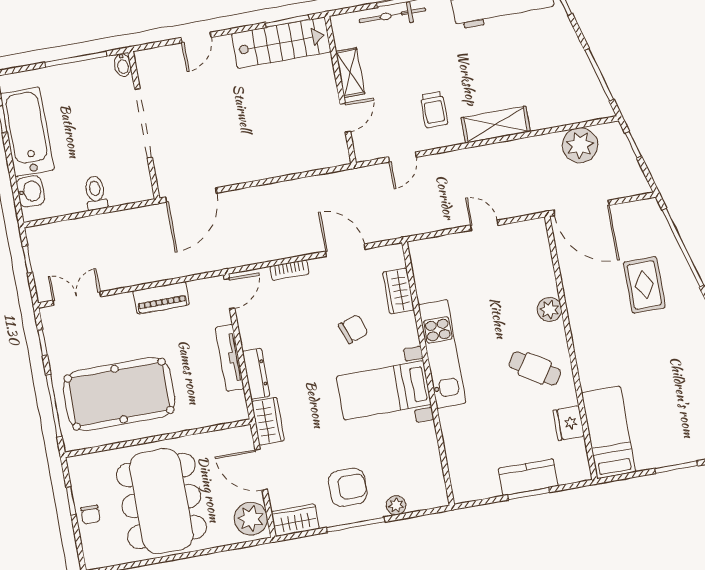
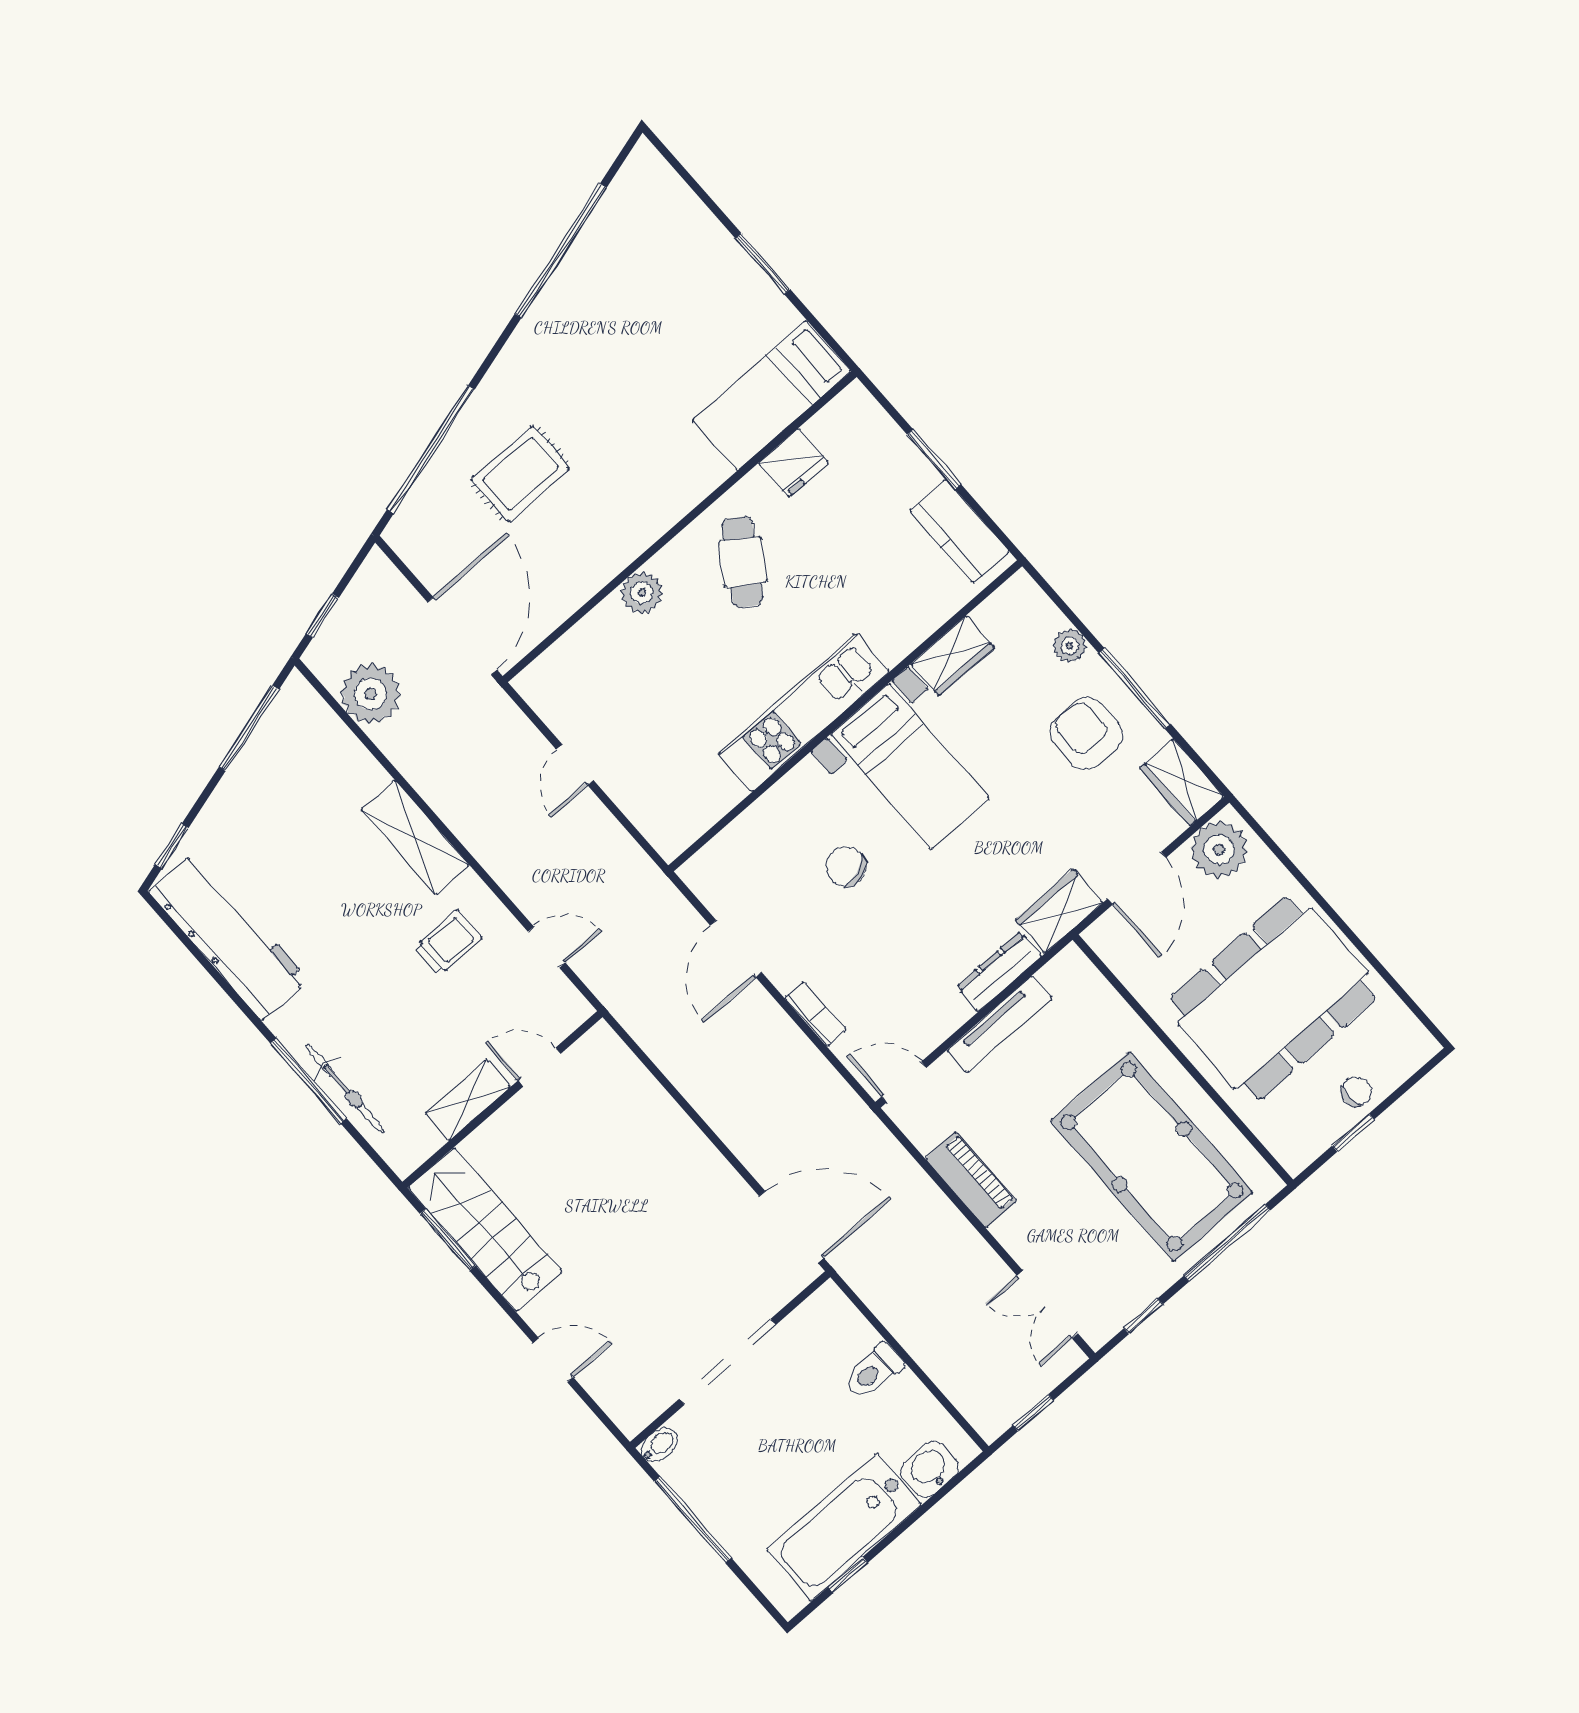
wardrobe: (398, 291) -> (953, 656), moved
kitchen counter: (528, 477) -> (959, 531), moved

